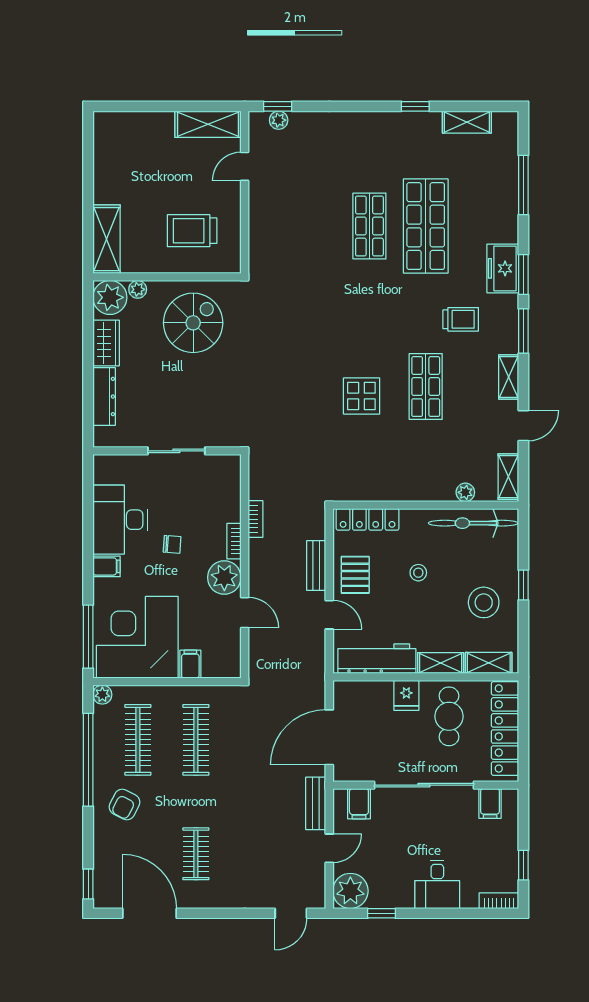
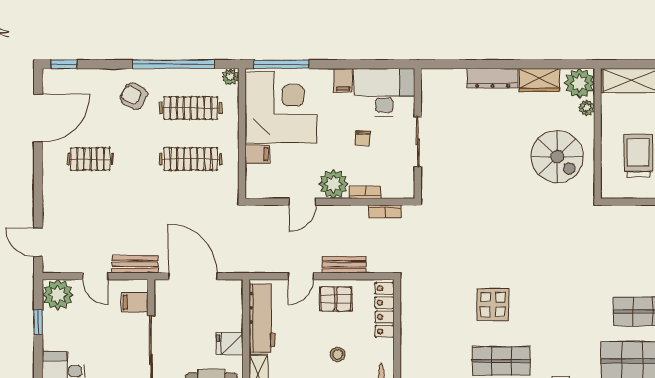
wall: (167, 451) -> (418, 133), moved
sliding door: (176, 451) -> (418, 142), moved

